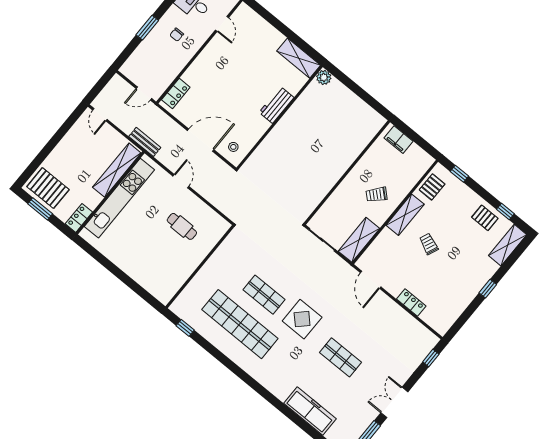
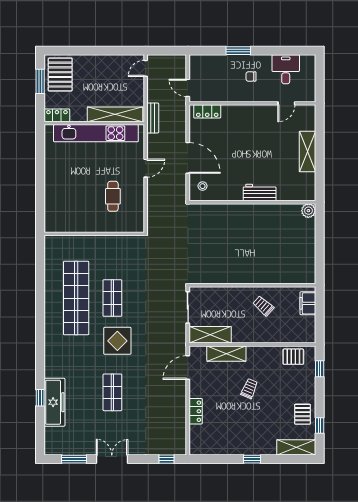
shelving: (299, 58) -> (307, 152), moved
trolley: (377, 195) -> (263, 306), moved
shelving: (405, 215) -> (226, 354), moved
window: (185, 328) -> (40, 398), moved

